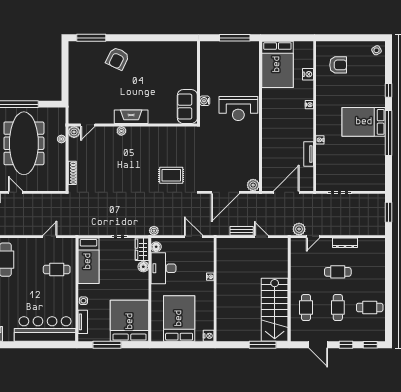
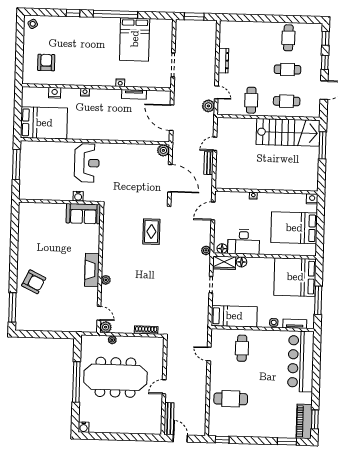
bed: (364, 122) -> (135, 39), moved
cafe table: (338, 272) -> (251, 100), moved

